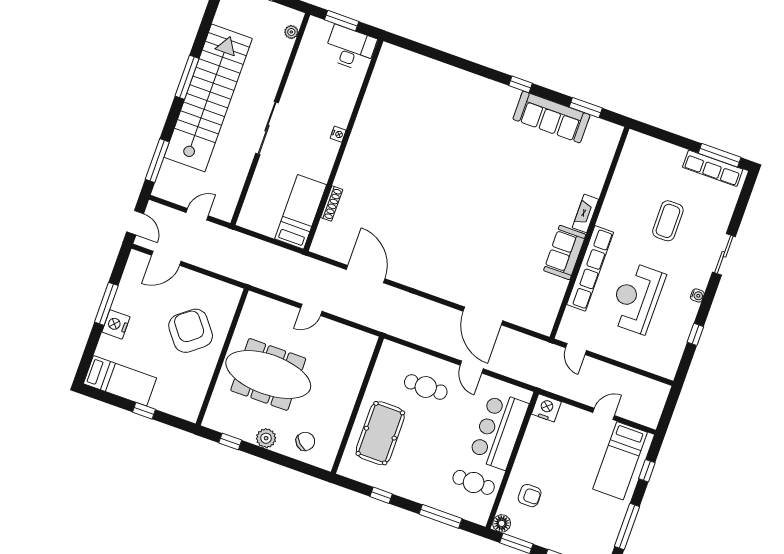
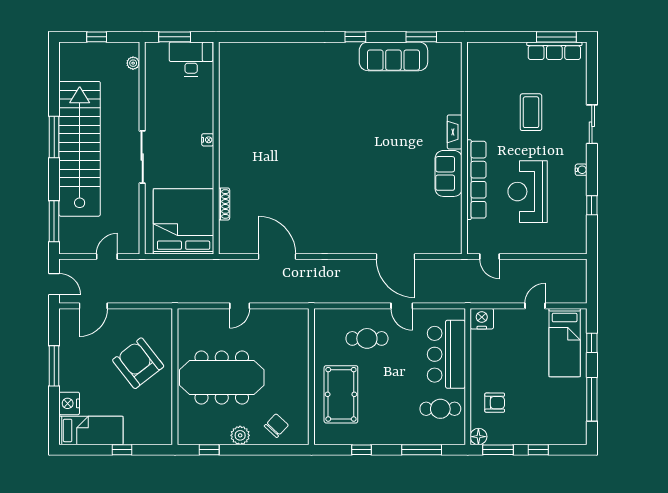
bed: (301, 212) -> (184, 221), width x2.04
nightstand: (116, 324) -> (69, 403), moved

